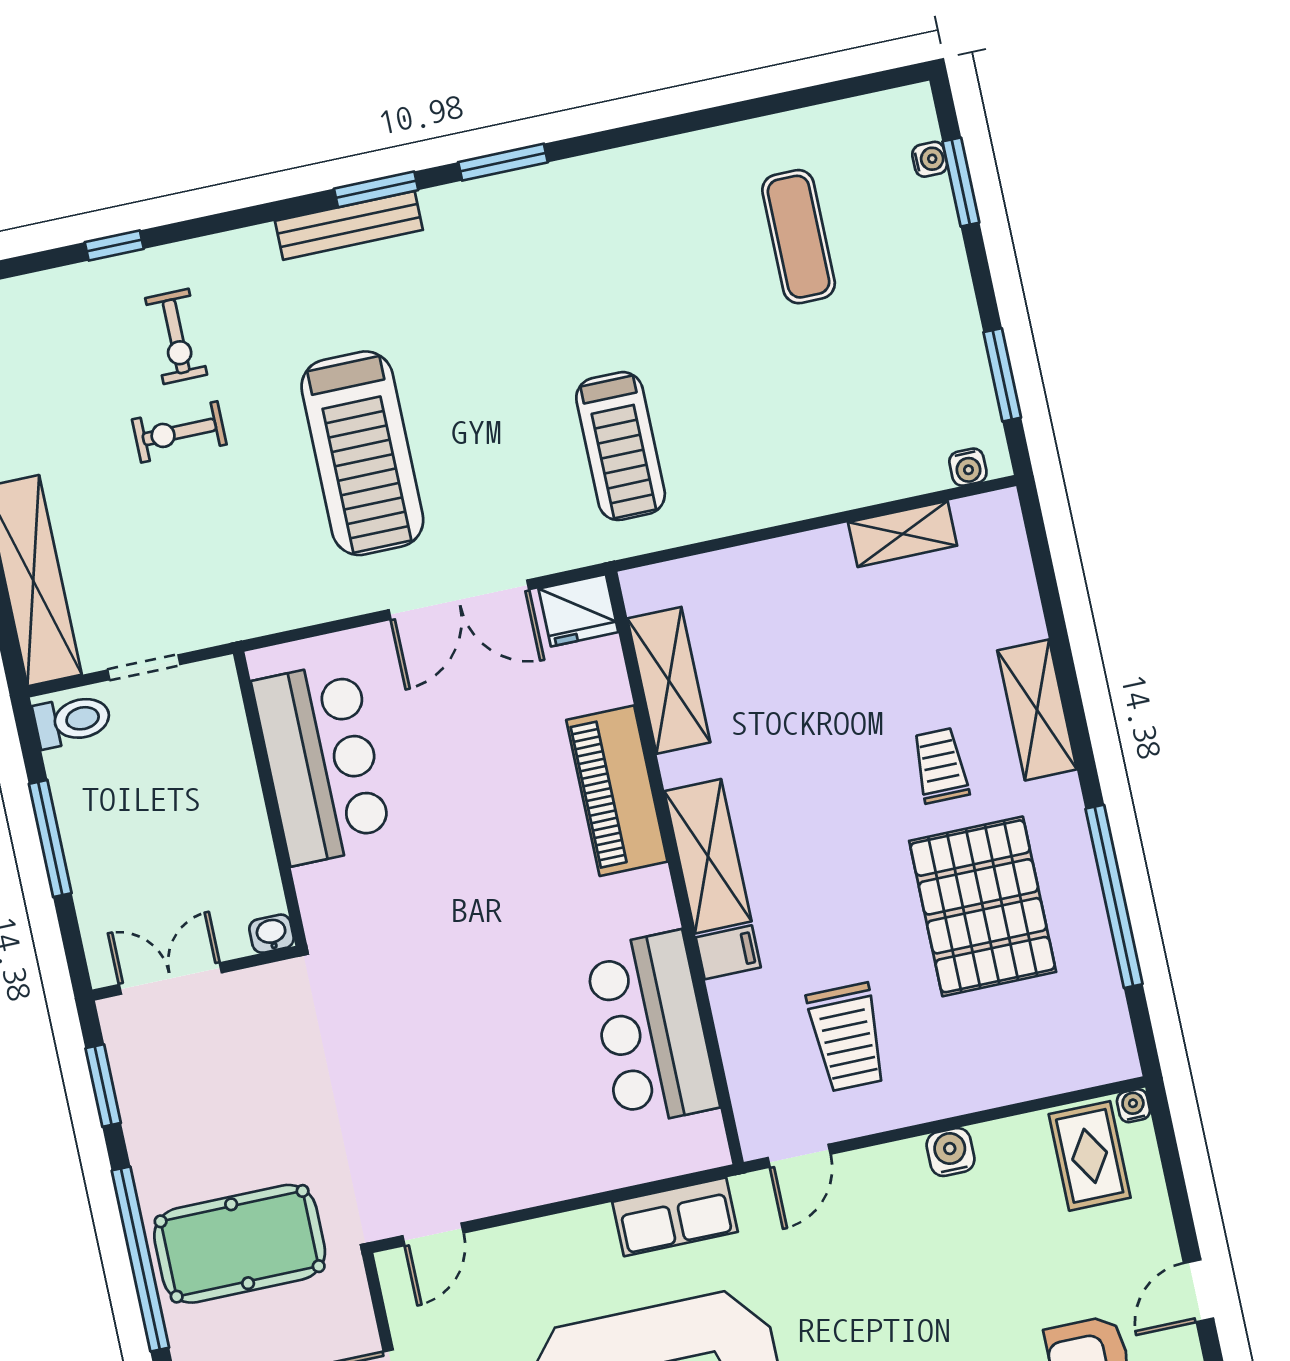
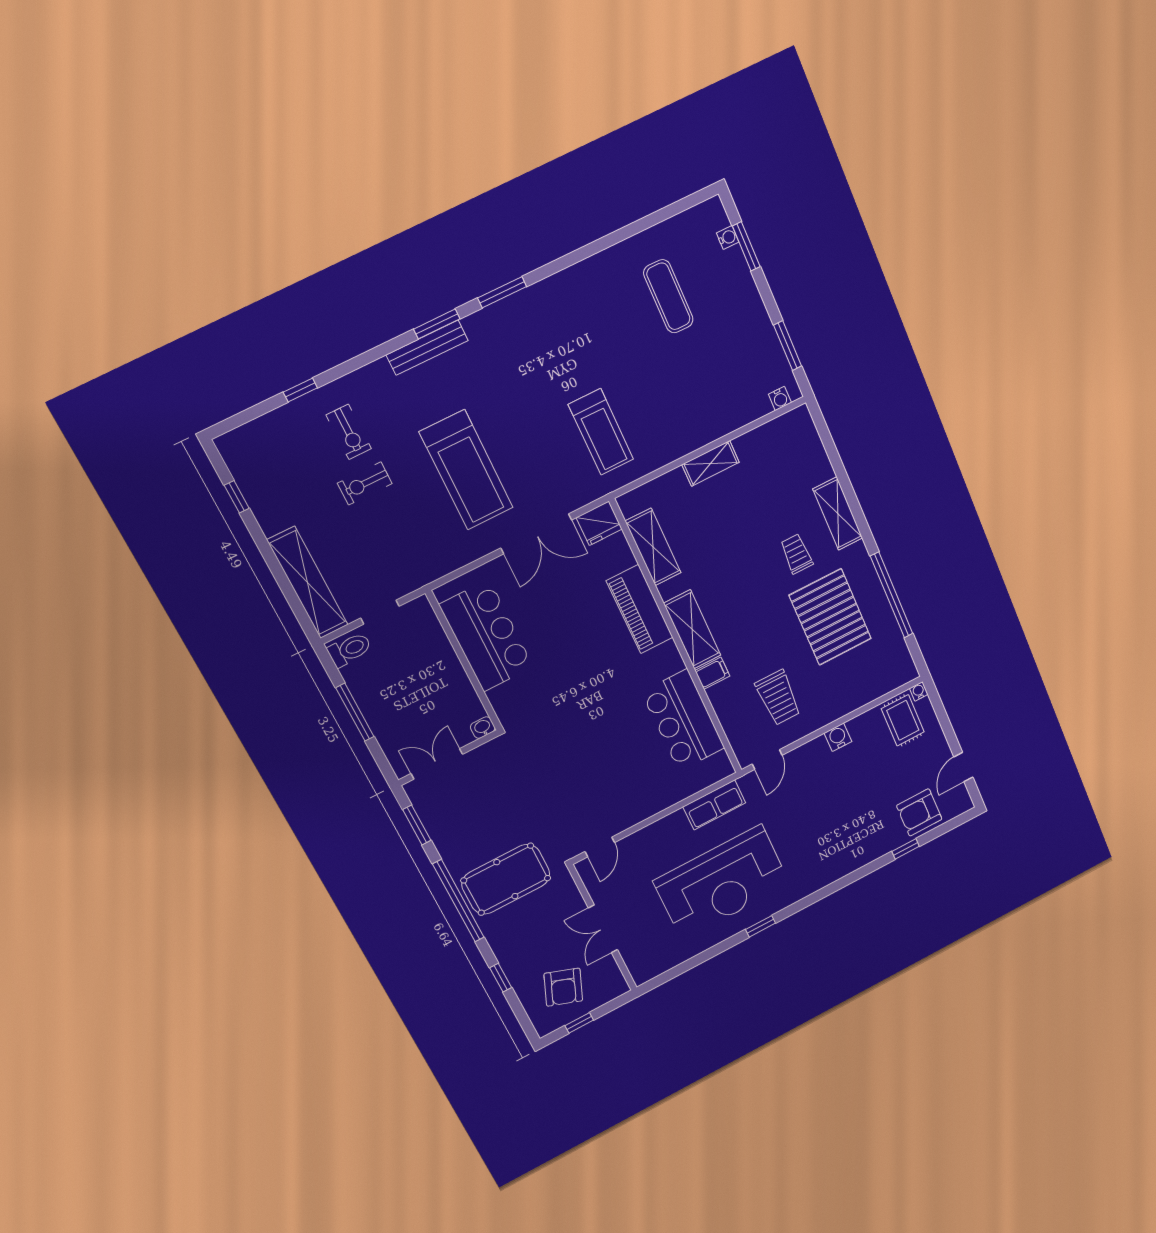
shelving: (903, 534) -> (711, 463), moved

